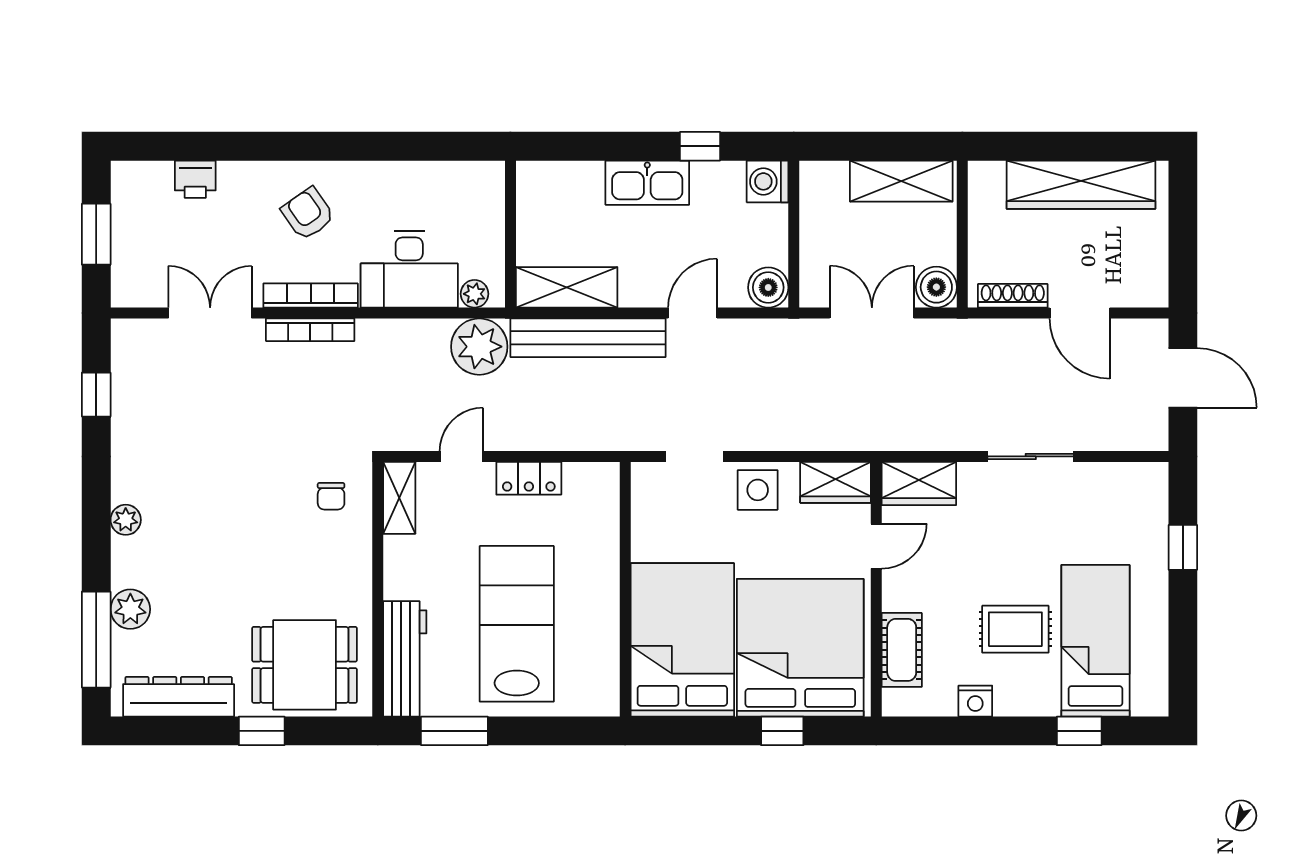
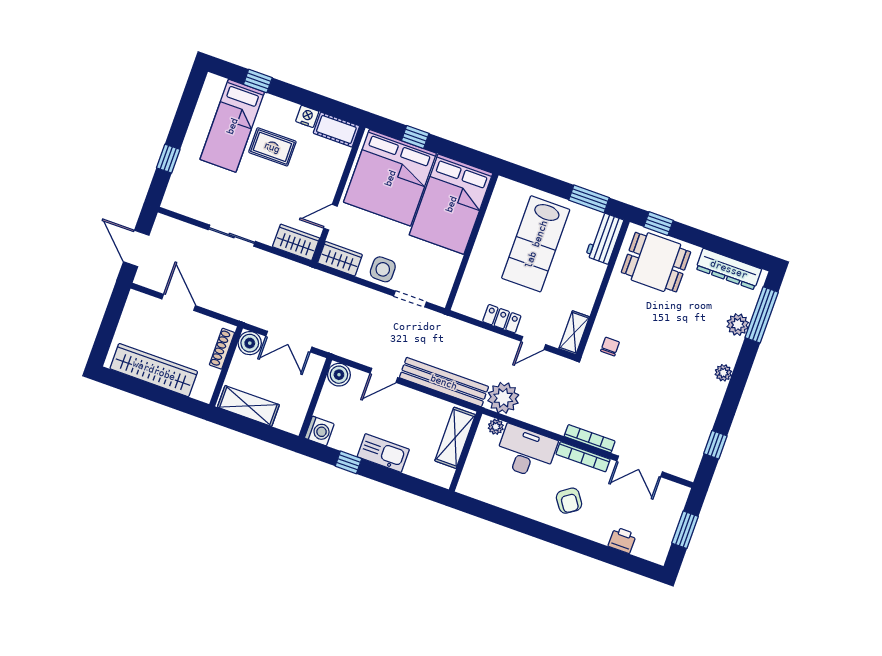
shelving: (567, 287) -> (455, 438), moved, turned 90
shoe rack: (1013, 296) -> (222, 349), moved, turned 90
cot: (902, 650) -> (336, 130), moved, turned 90
workbench: (405, 659) -> (605, 238), width x0.73
window: (262, 731) -> (659, 224), moved

